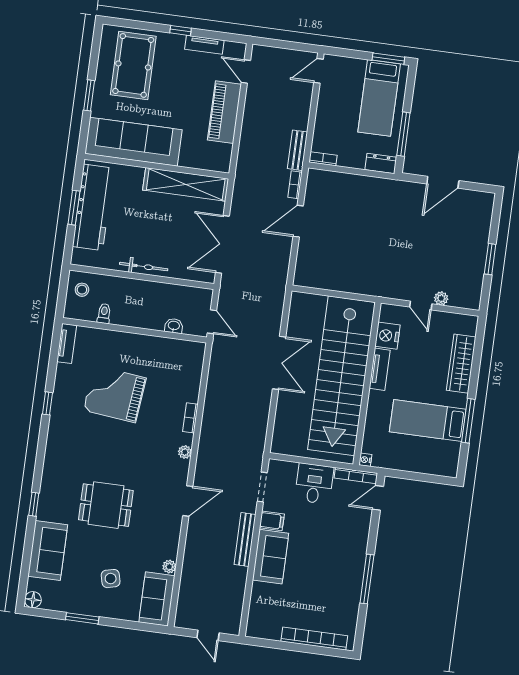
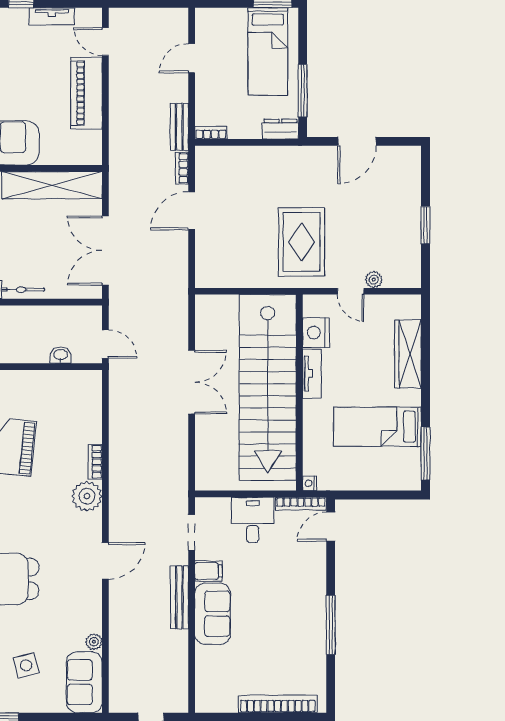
door: (319, 71) -> (192, 58), moved
rug: (386, 259) -> (302, 242), added
window: (468, 421) -> (425, 453), moved
plant: (185, 452) -> (87, 496), width x1.88, depth x1.88

